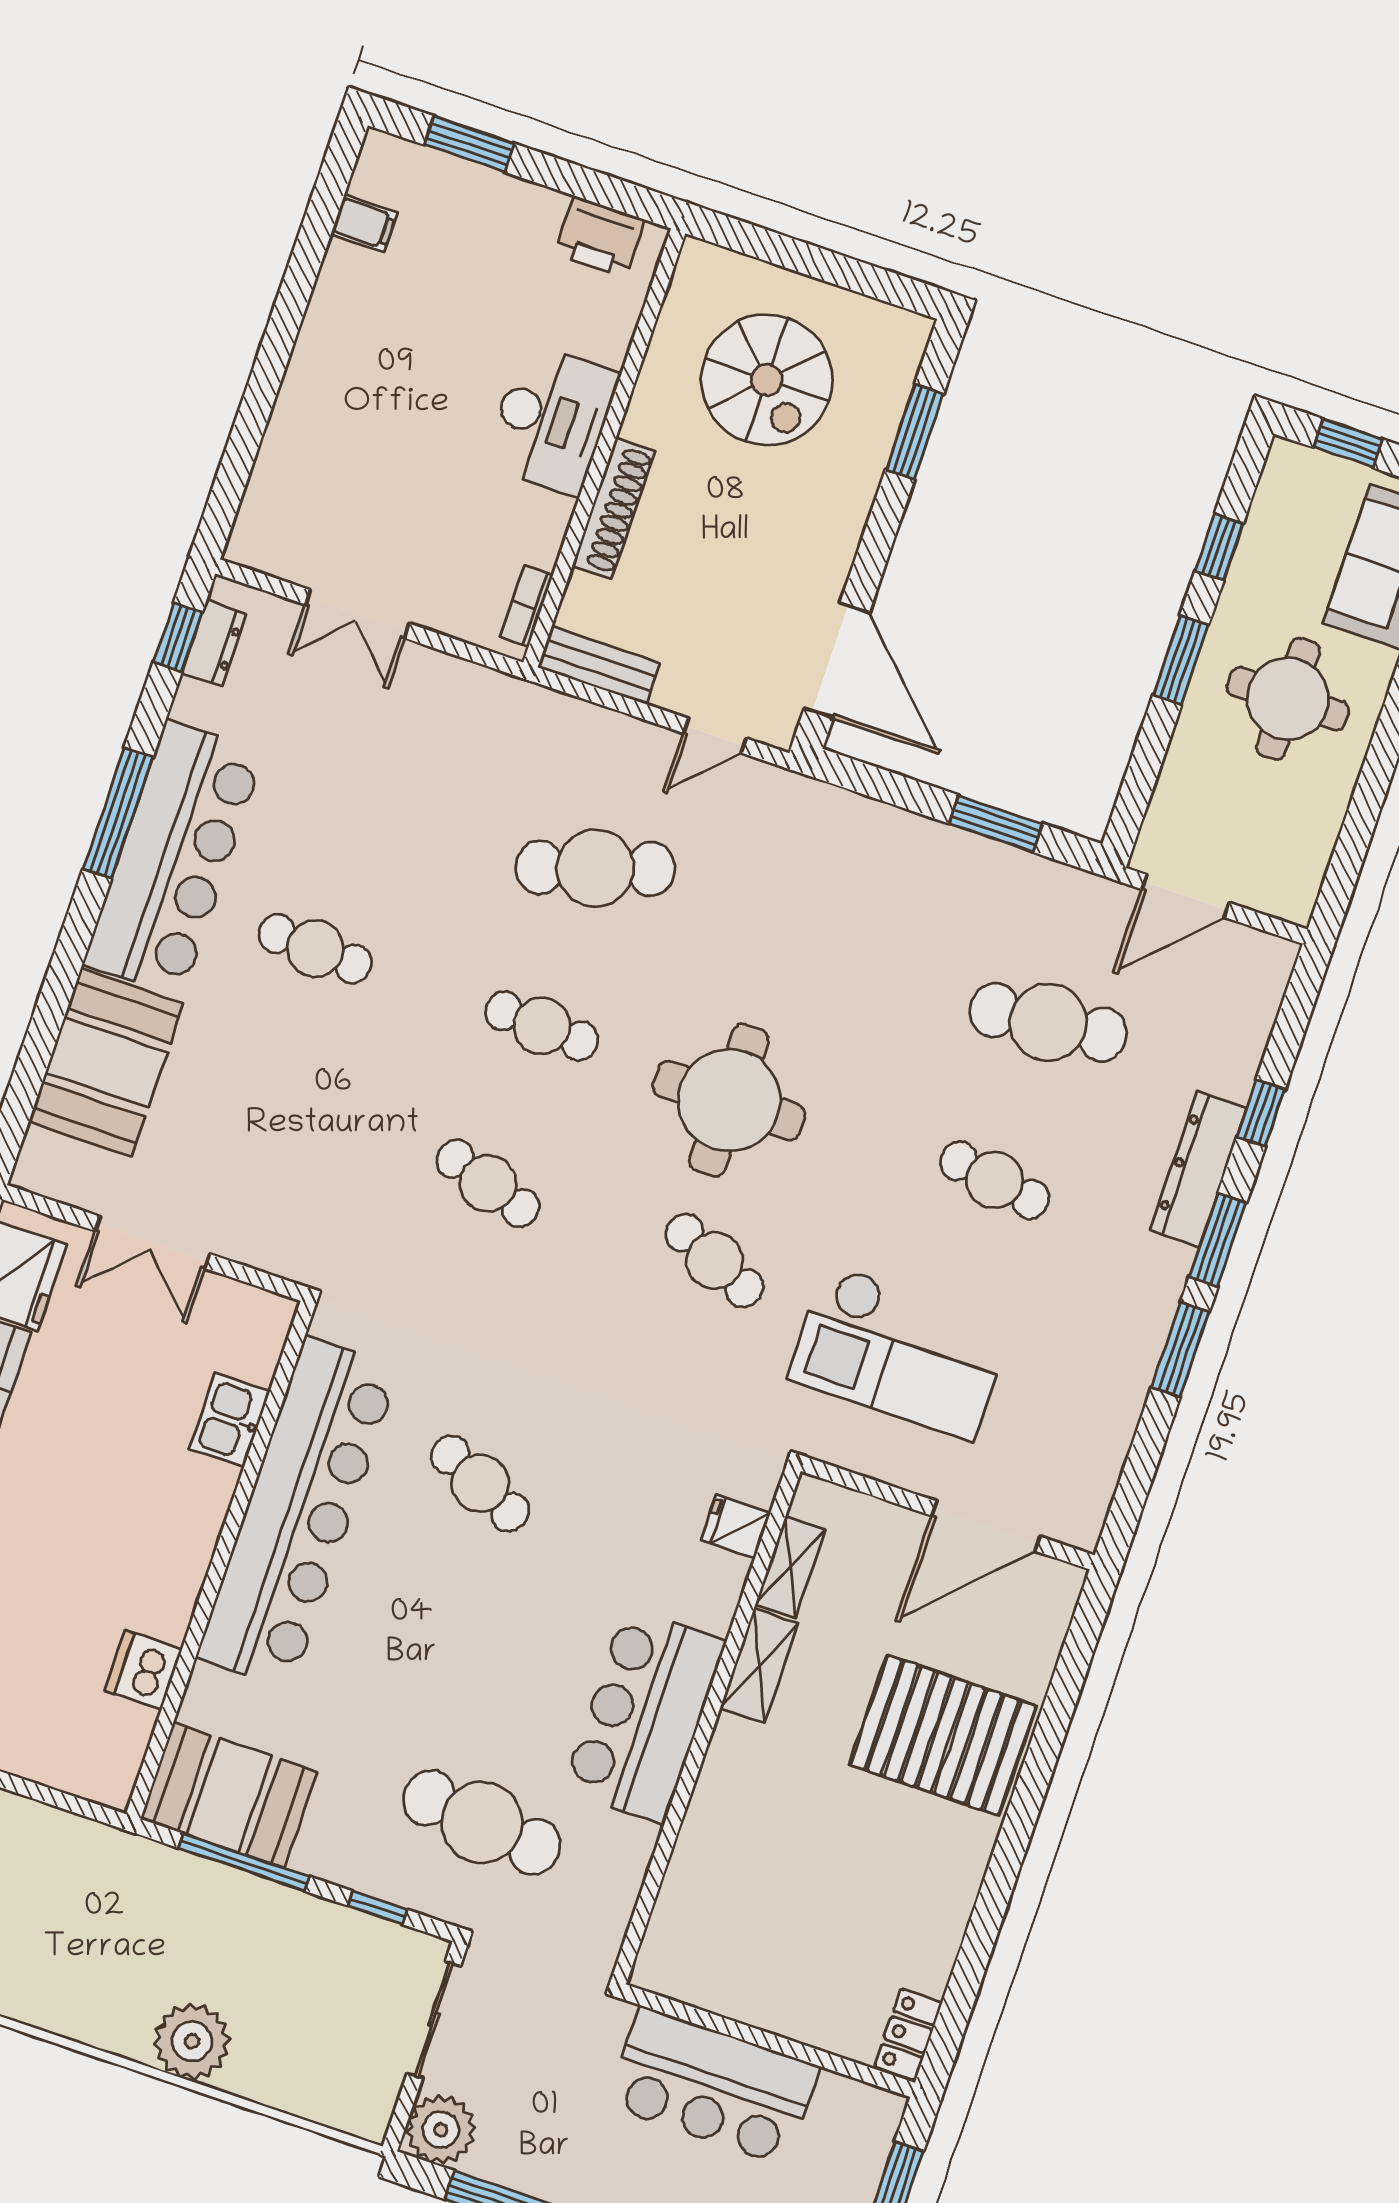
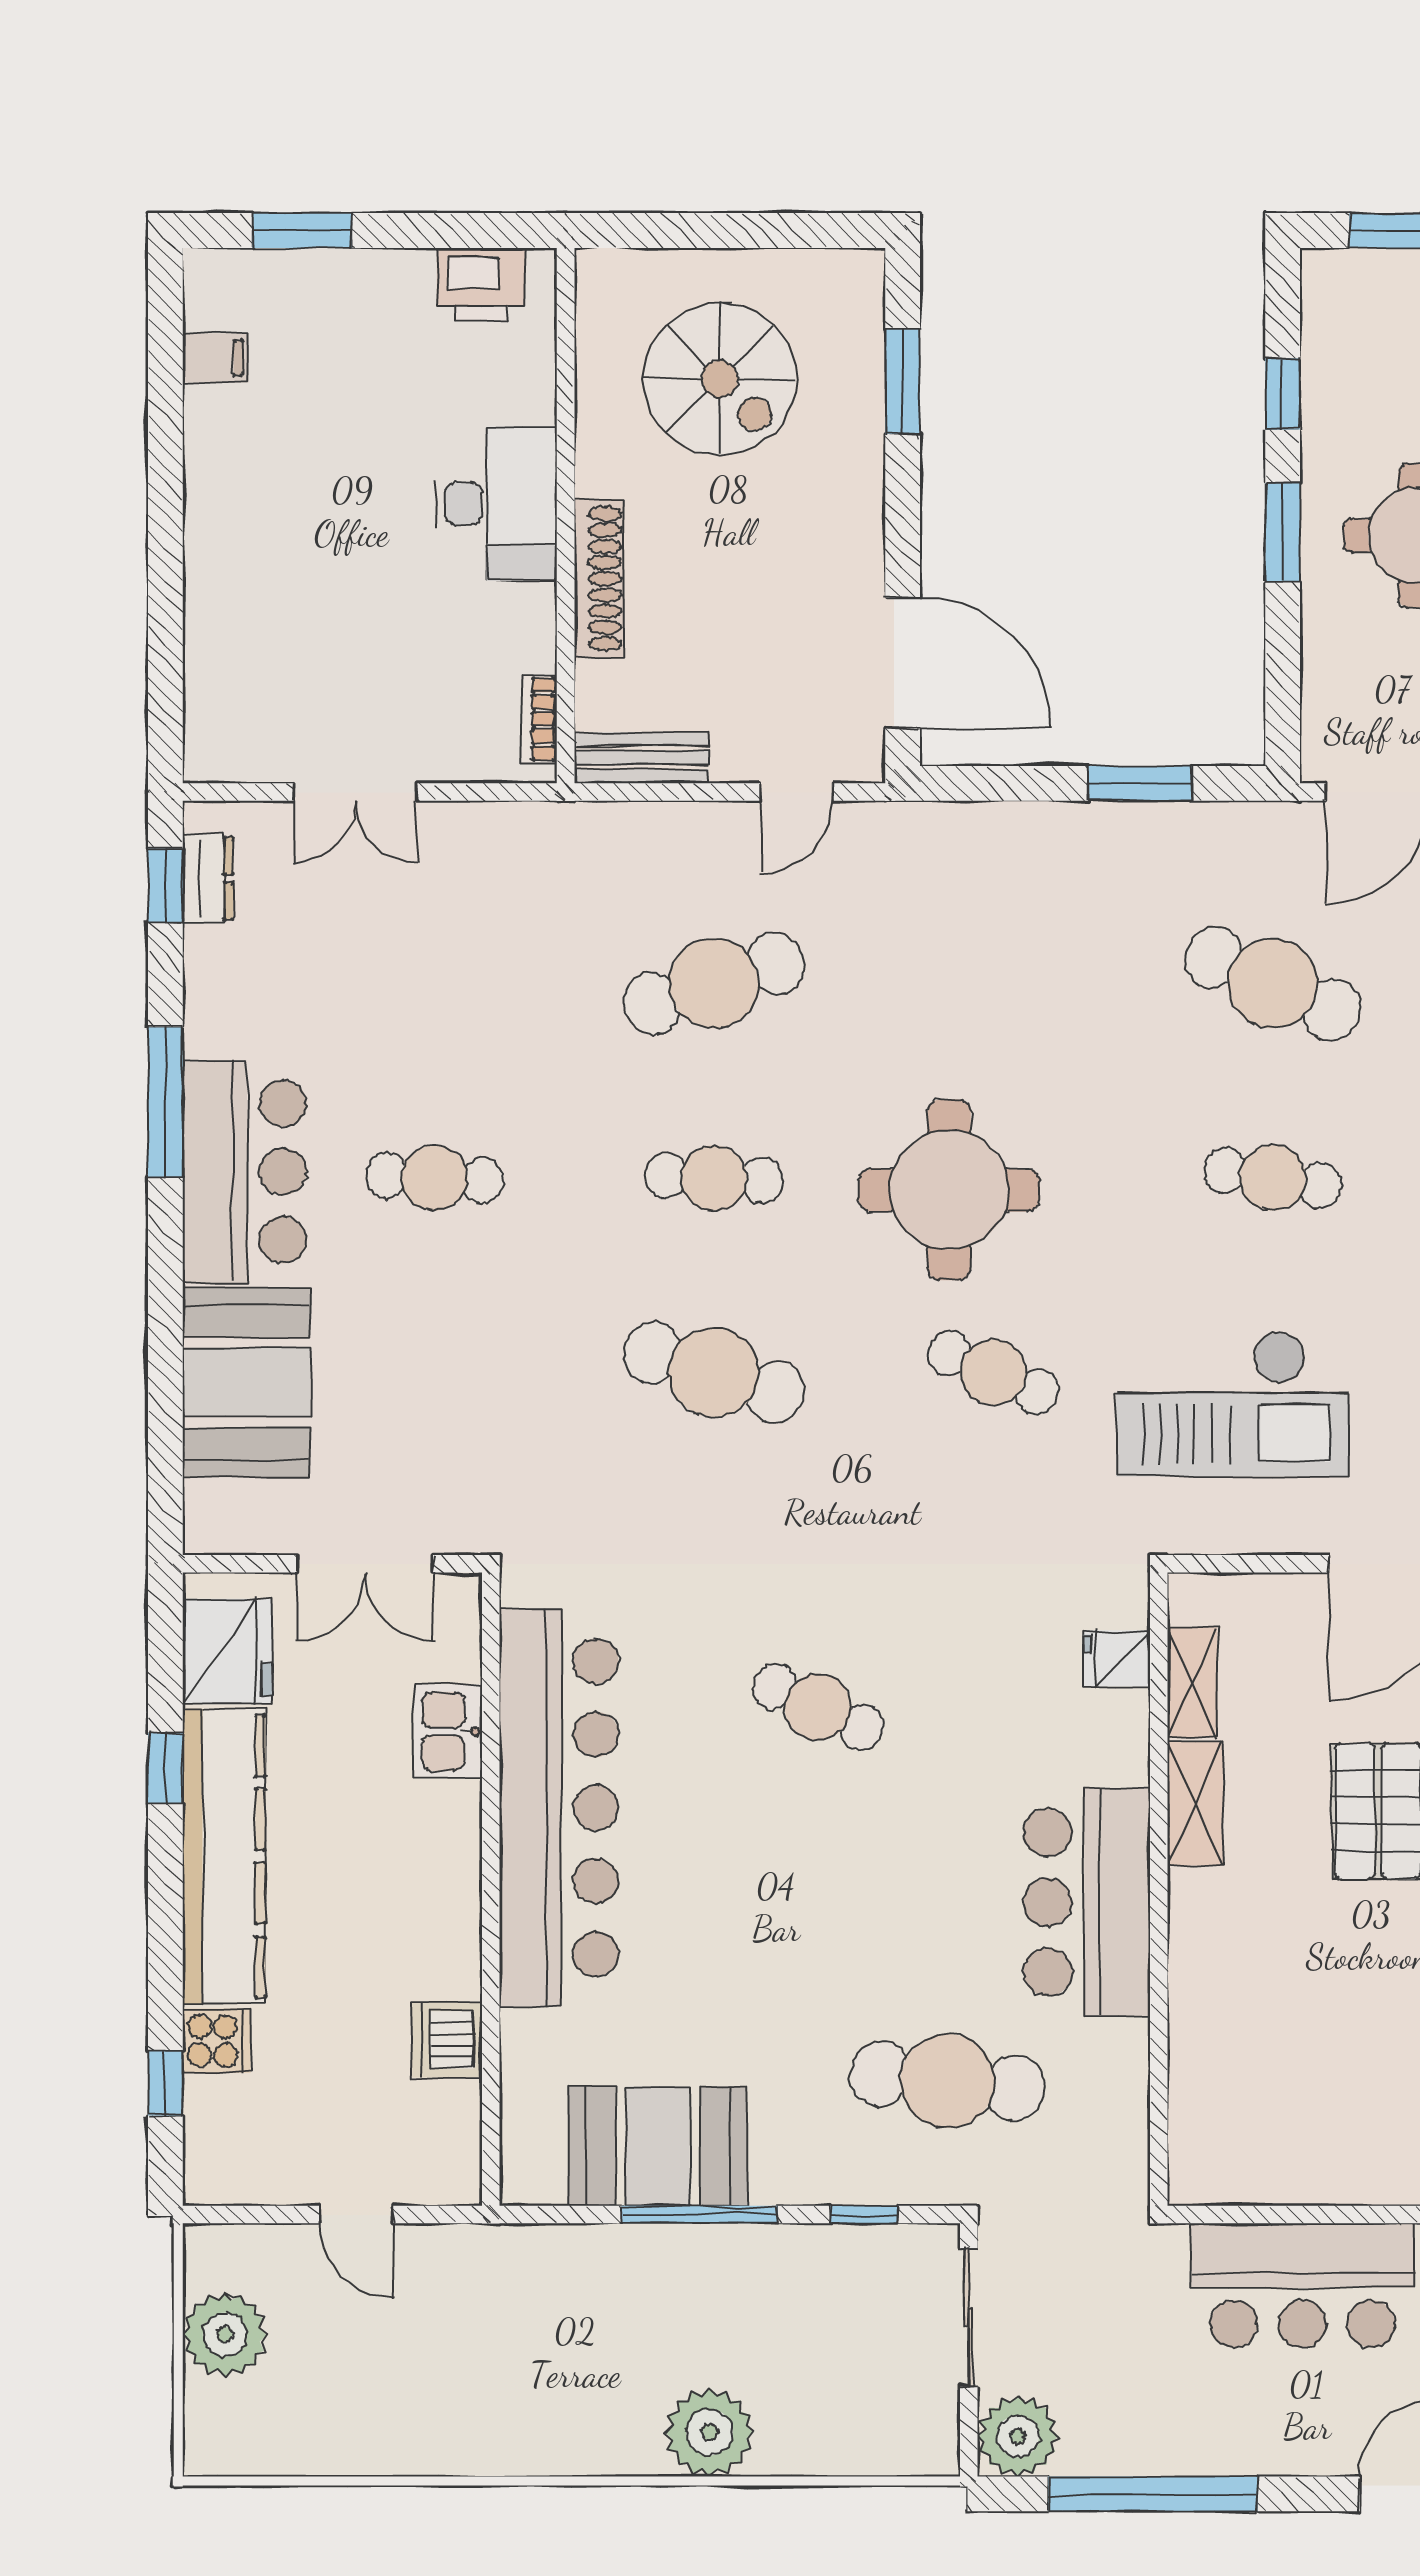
bar counter: (174, 858) -> (244, 1172), width x0.73
cafe table: (1048, 1022) -> (1273, 983), turned 30
cafe table: (488, 1183) -> (714, 1372), width x1.37, depth x1.35
kitchen sink: (229, 1420) -> (448, 1731), moved
bar counter: (298, 1513) -> (559, 1808), moved
wall: (221, 1560) -> (491, 1889), moved
dishwasher: (144, 1670) -> (447, 2040), moved

